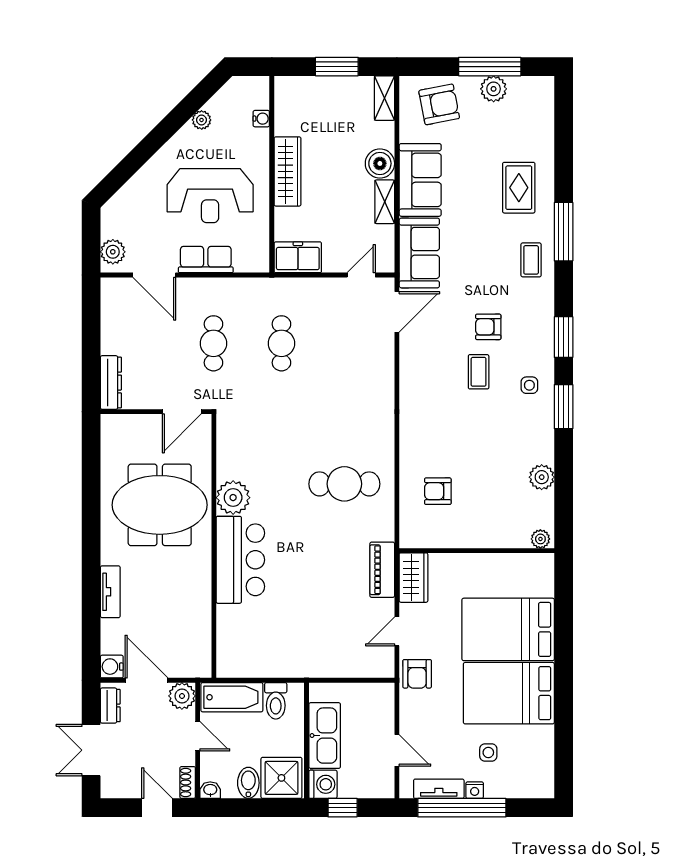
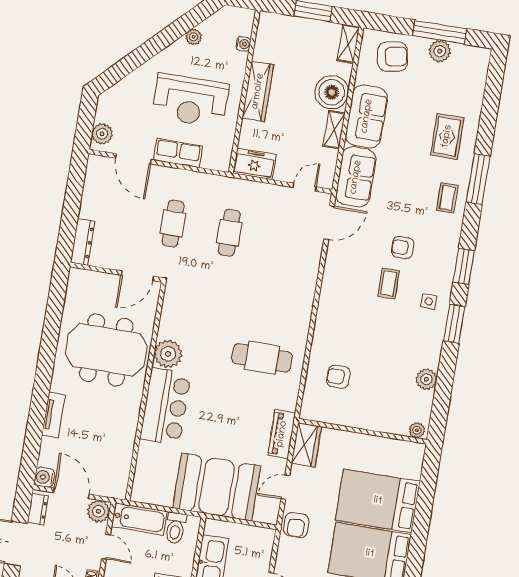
boiler: (380, 163) -> (332, 92), width x1.37, depth x1.37
booth: (316, 645) -> (217, 487), added

